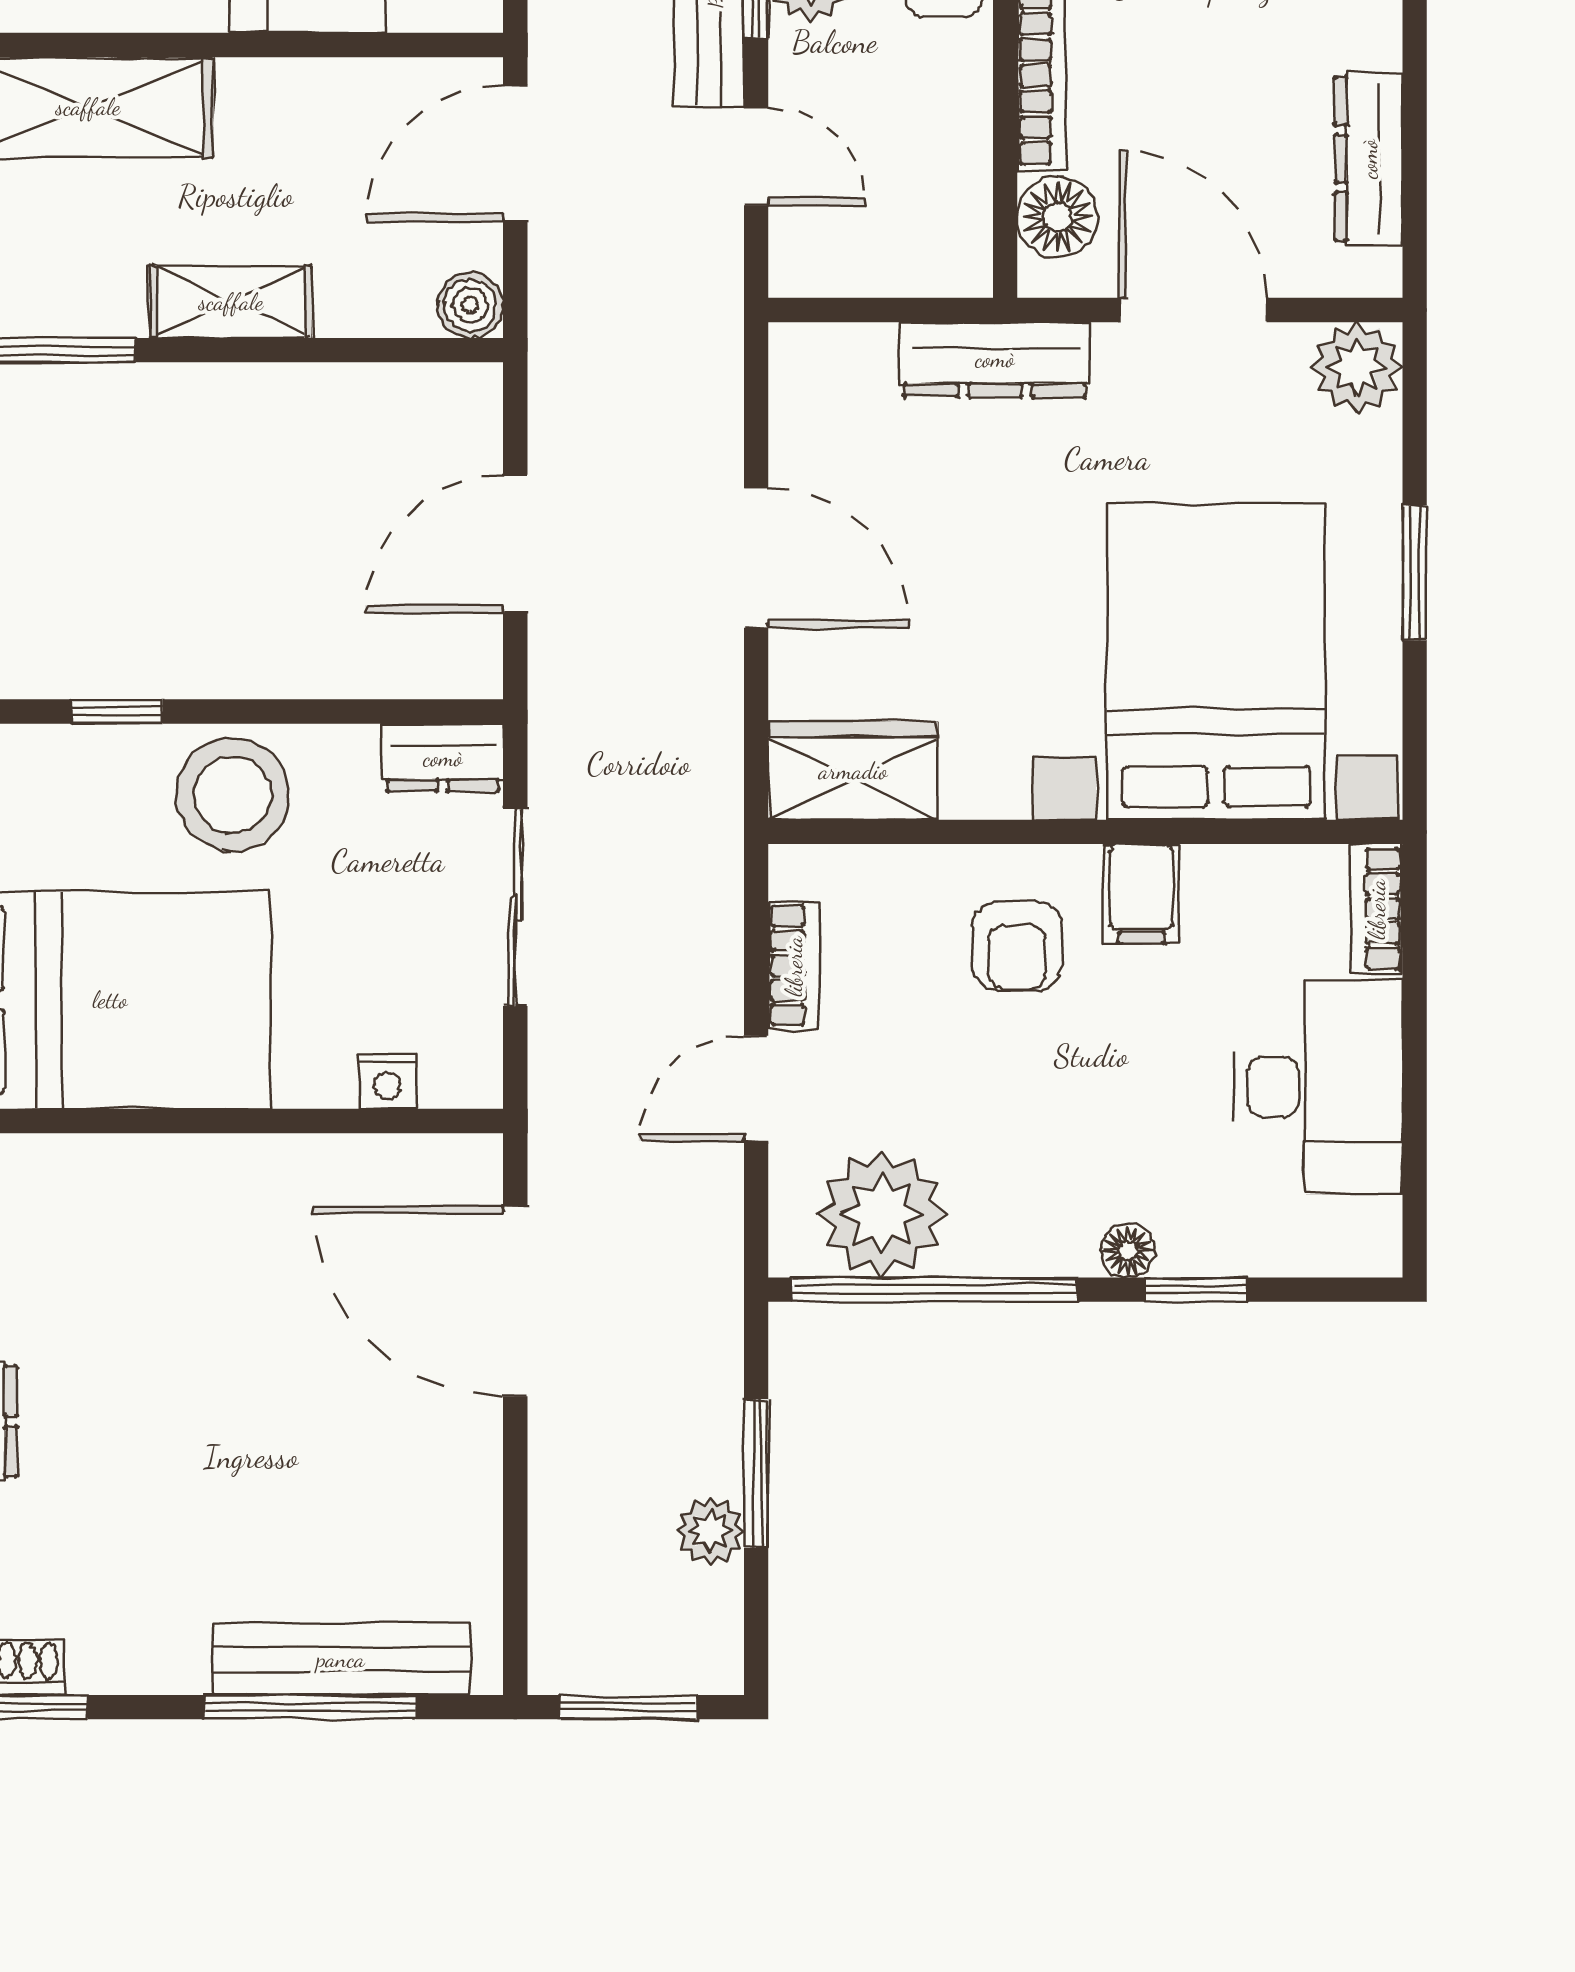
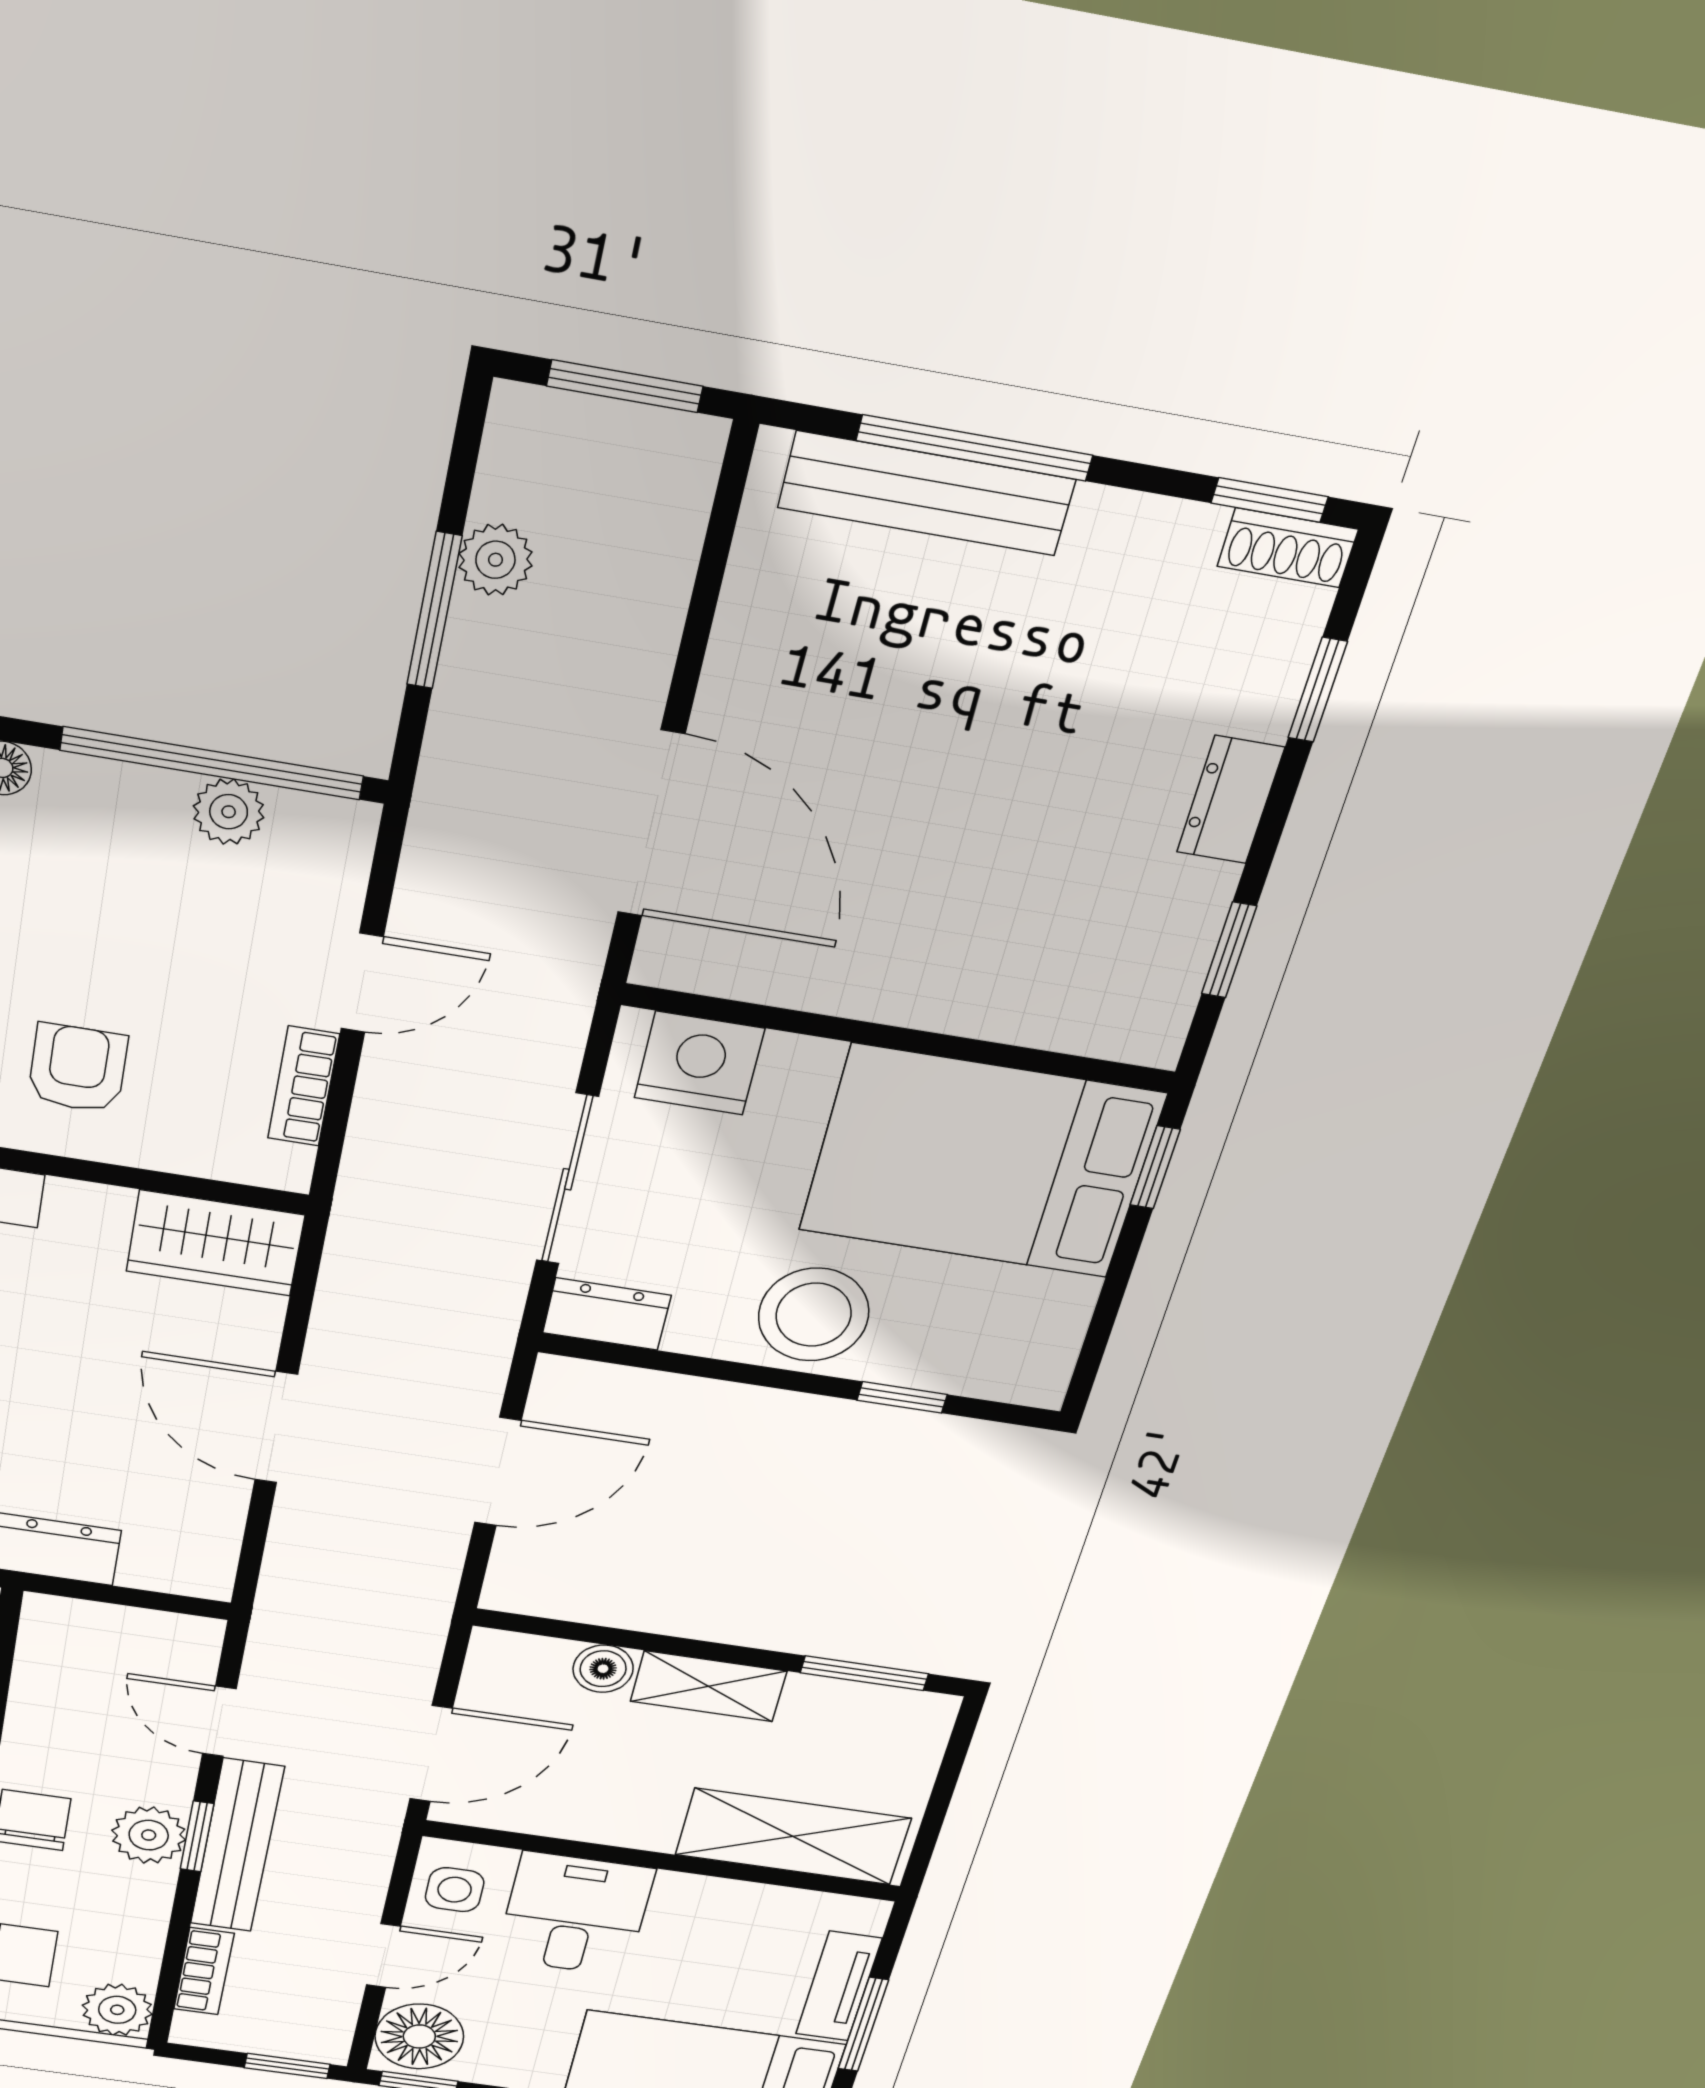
boiler: (470, 305) -> (603, 1669), moved
nightstand: (388, 1082) -> (699, 1063), width x1.89, depth x1.79
plant: (882, 1214) -> (229, 812), width x0.53, depth x0.53

